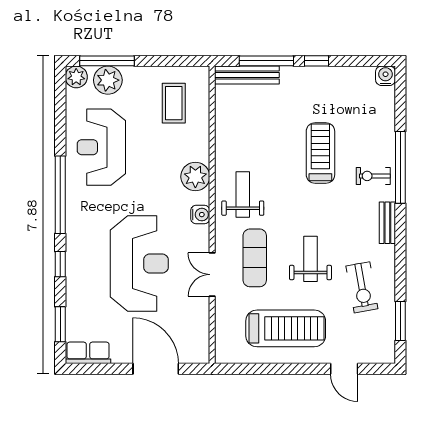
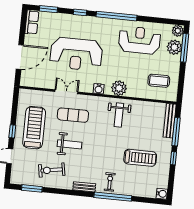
treadmill: (320, 153) -> (140, 158), moved
weight bench: (243, 194) -> (119, 115), moved, turned 90
treadmill: (286, 328) -> (34, 128), turned 180
window: (297, 369) -> (12, 131), added

